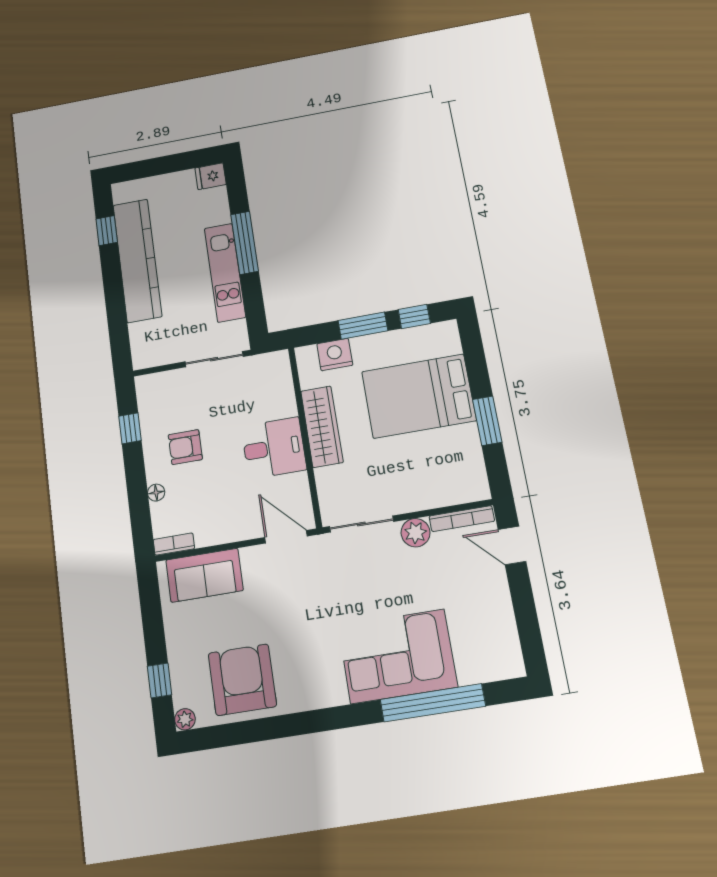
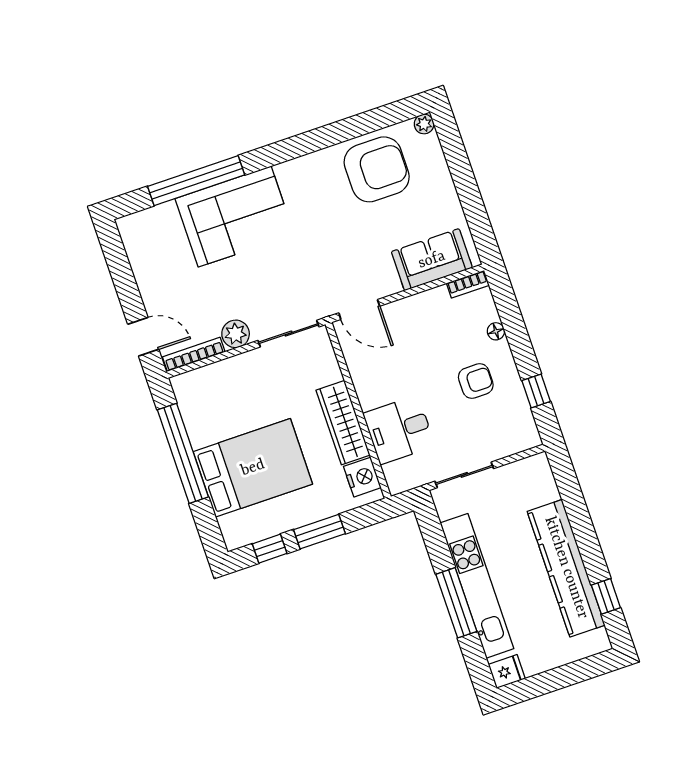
kitchen unit: (225, 273) -> (477, 586), width x1.36
nightstand: (335, 355) -> (362, 477), moved, turned -90
window: (487, 421) -> (183, 453), width x2.11
desk: (274, 448) -> (399, 430), moved
window: (160, 680) -> (456, 155), removed
armchair: (242, 680) -> (377, 169), turned -90

